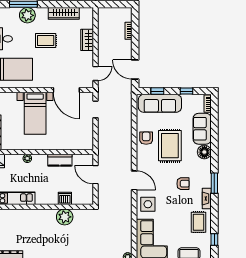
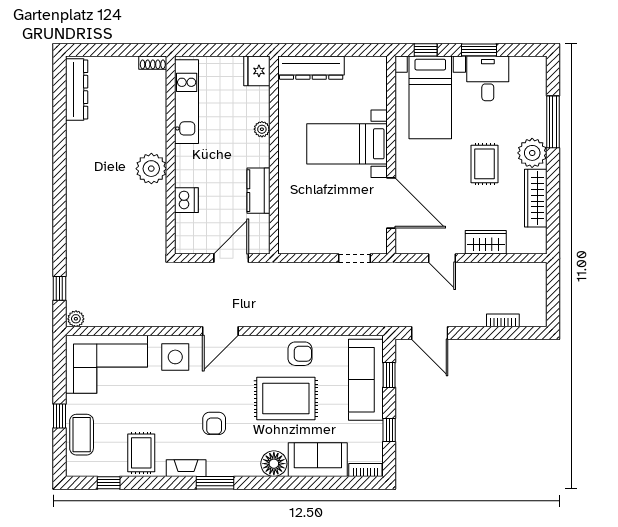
plant: (27, 15) -> (532, 153), moved
door: (135, 70) -> (430, 333), swing flipped
door: (96, 73) -> (442, 258), moved
door: (66, 90) -> (391, 203), swing flipped
plant: (65, 217) -> (151, 169), moved
rug: (199, 222) -> (141, 453), turned 90

